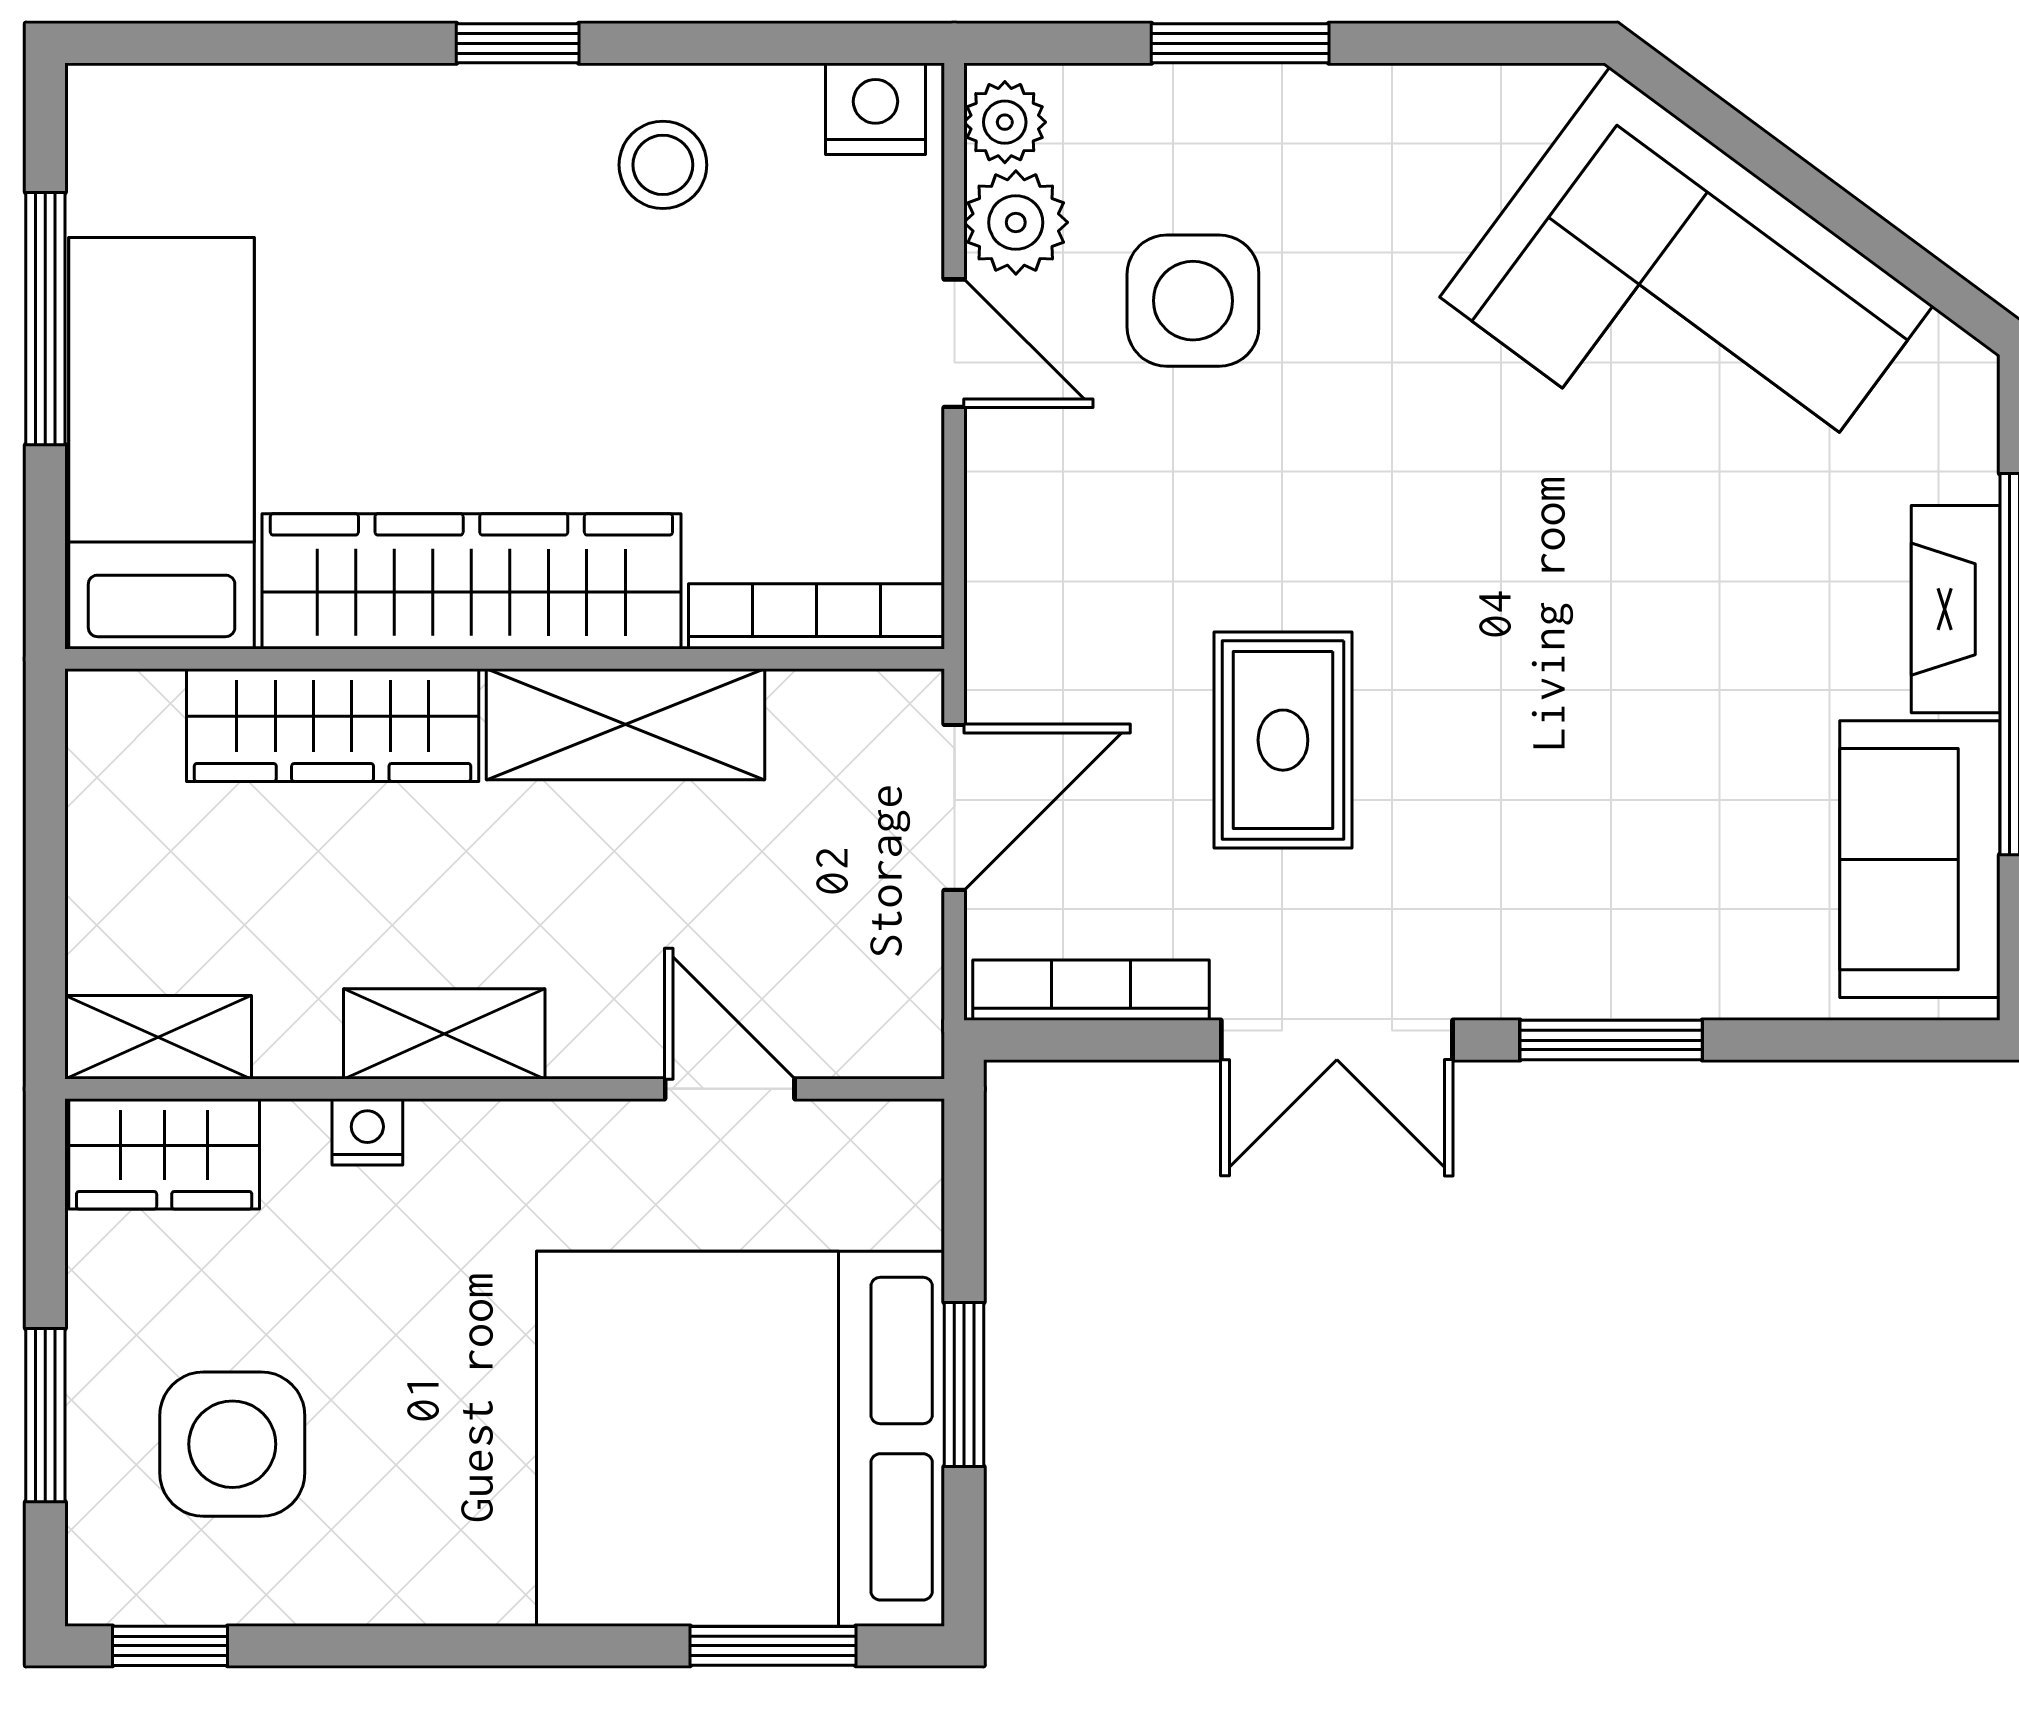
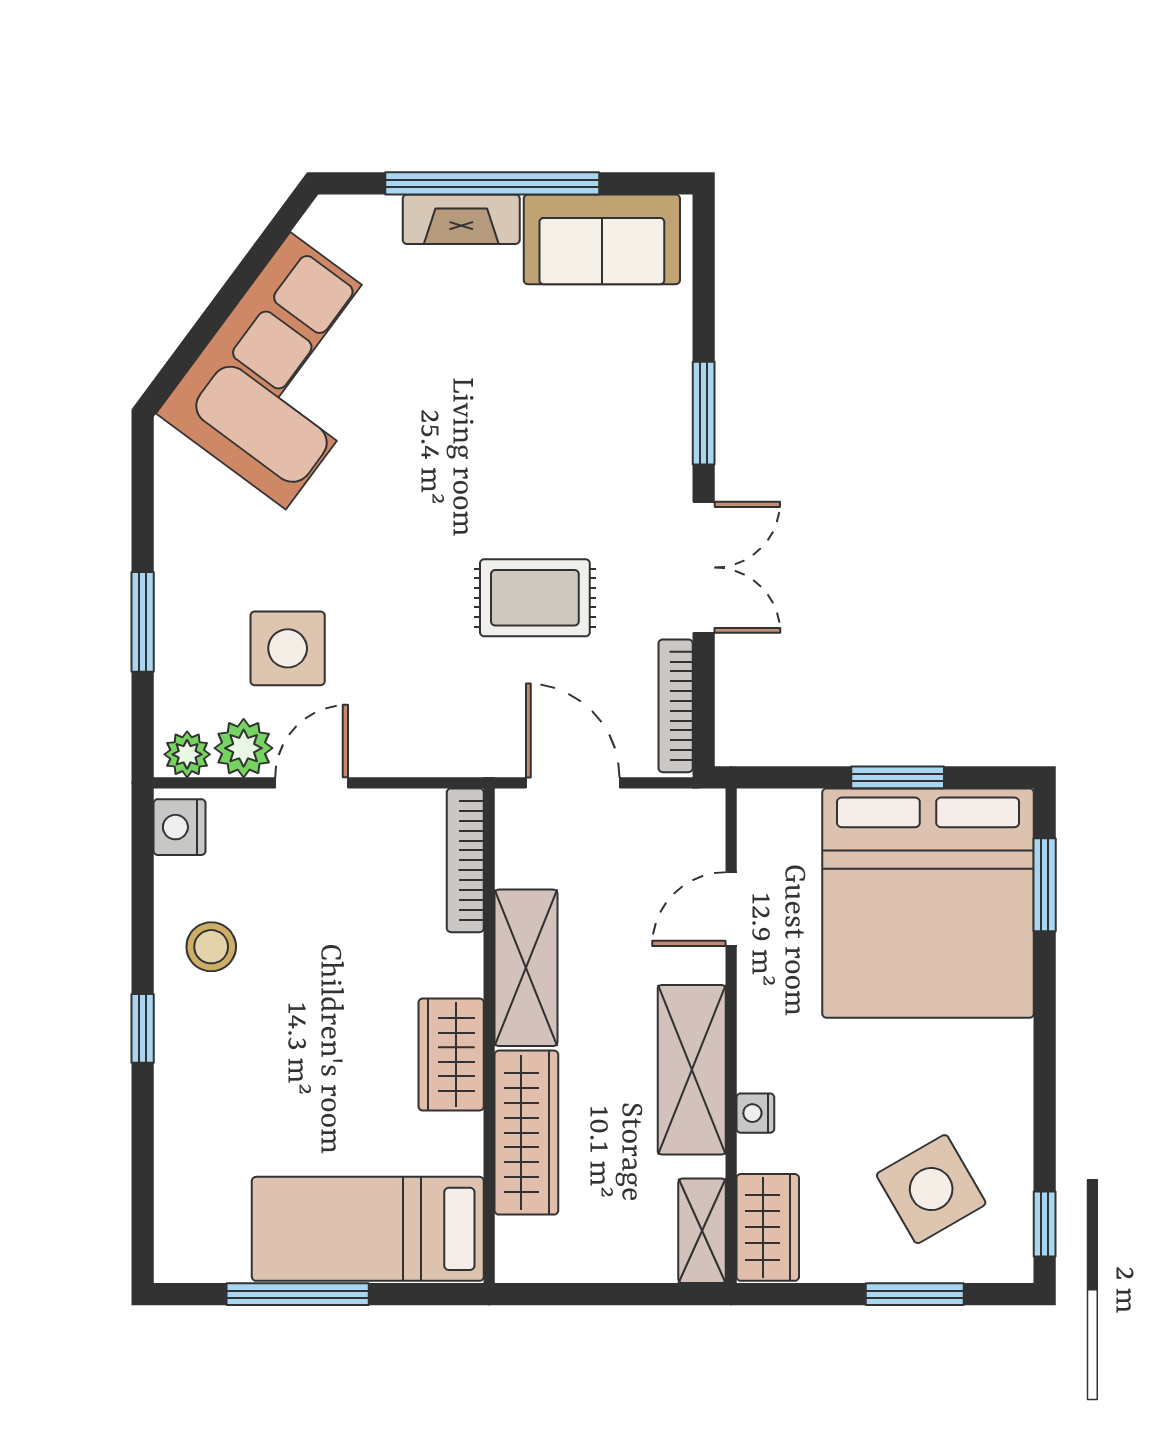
wardrobe: (471, 581) -> (451, 1054), width x0.48, depth x0.85
shelving: (444, 1034) -> (692, 1070), width x1.50, depth x1.33
side table: (232, 1444) -> (931, 1189), turned -30

